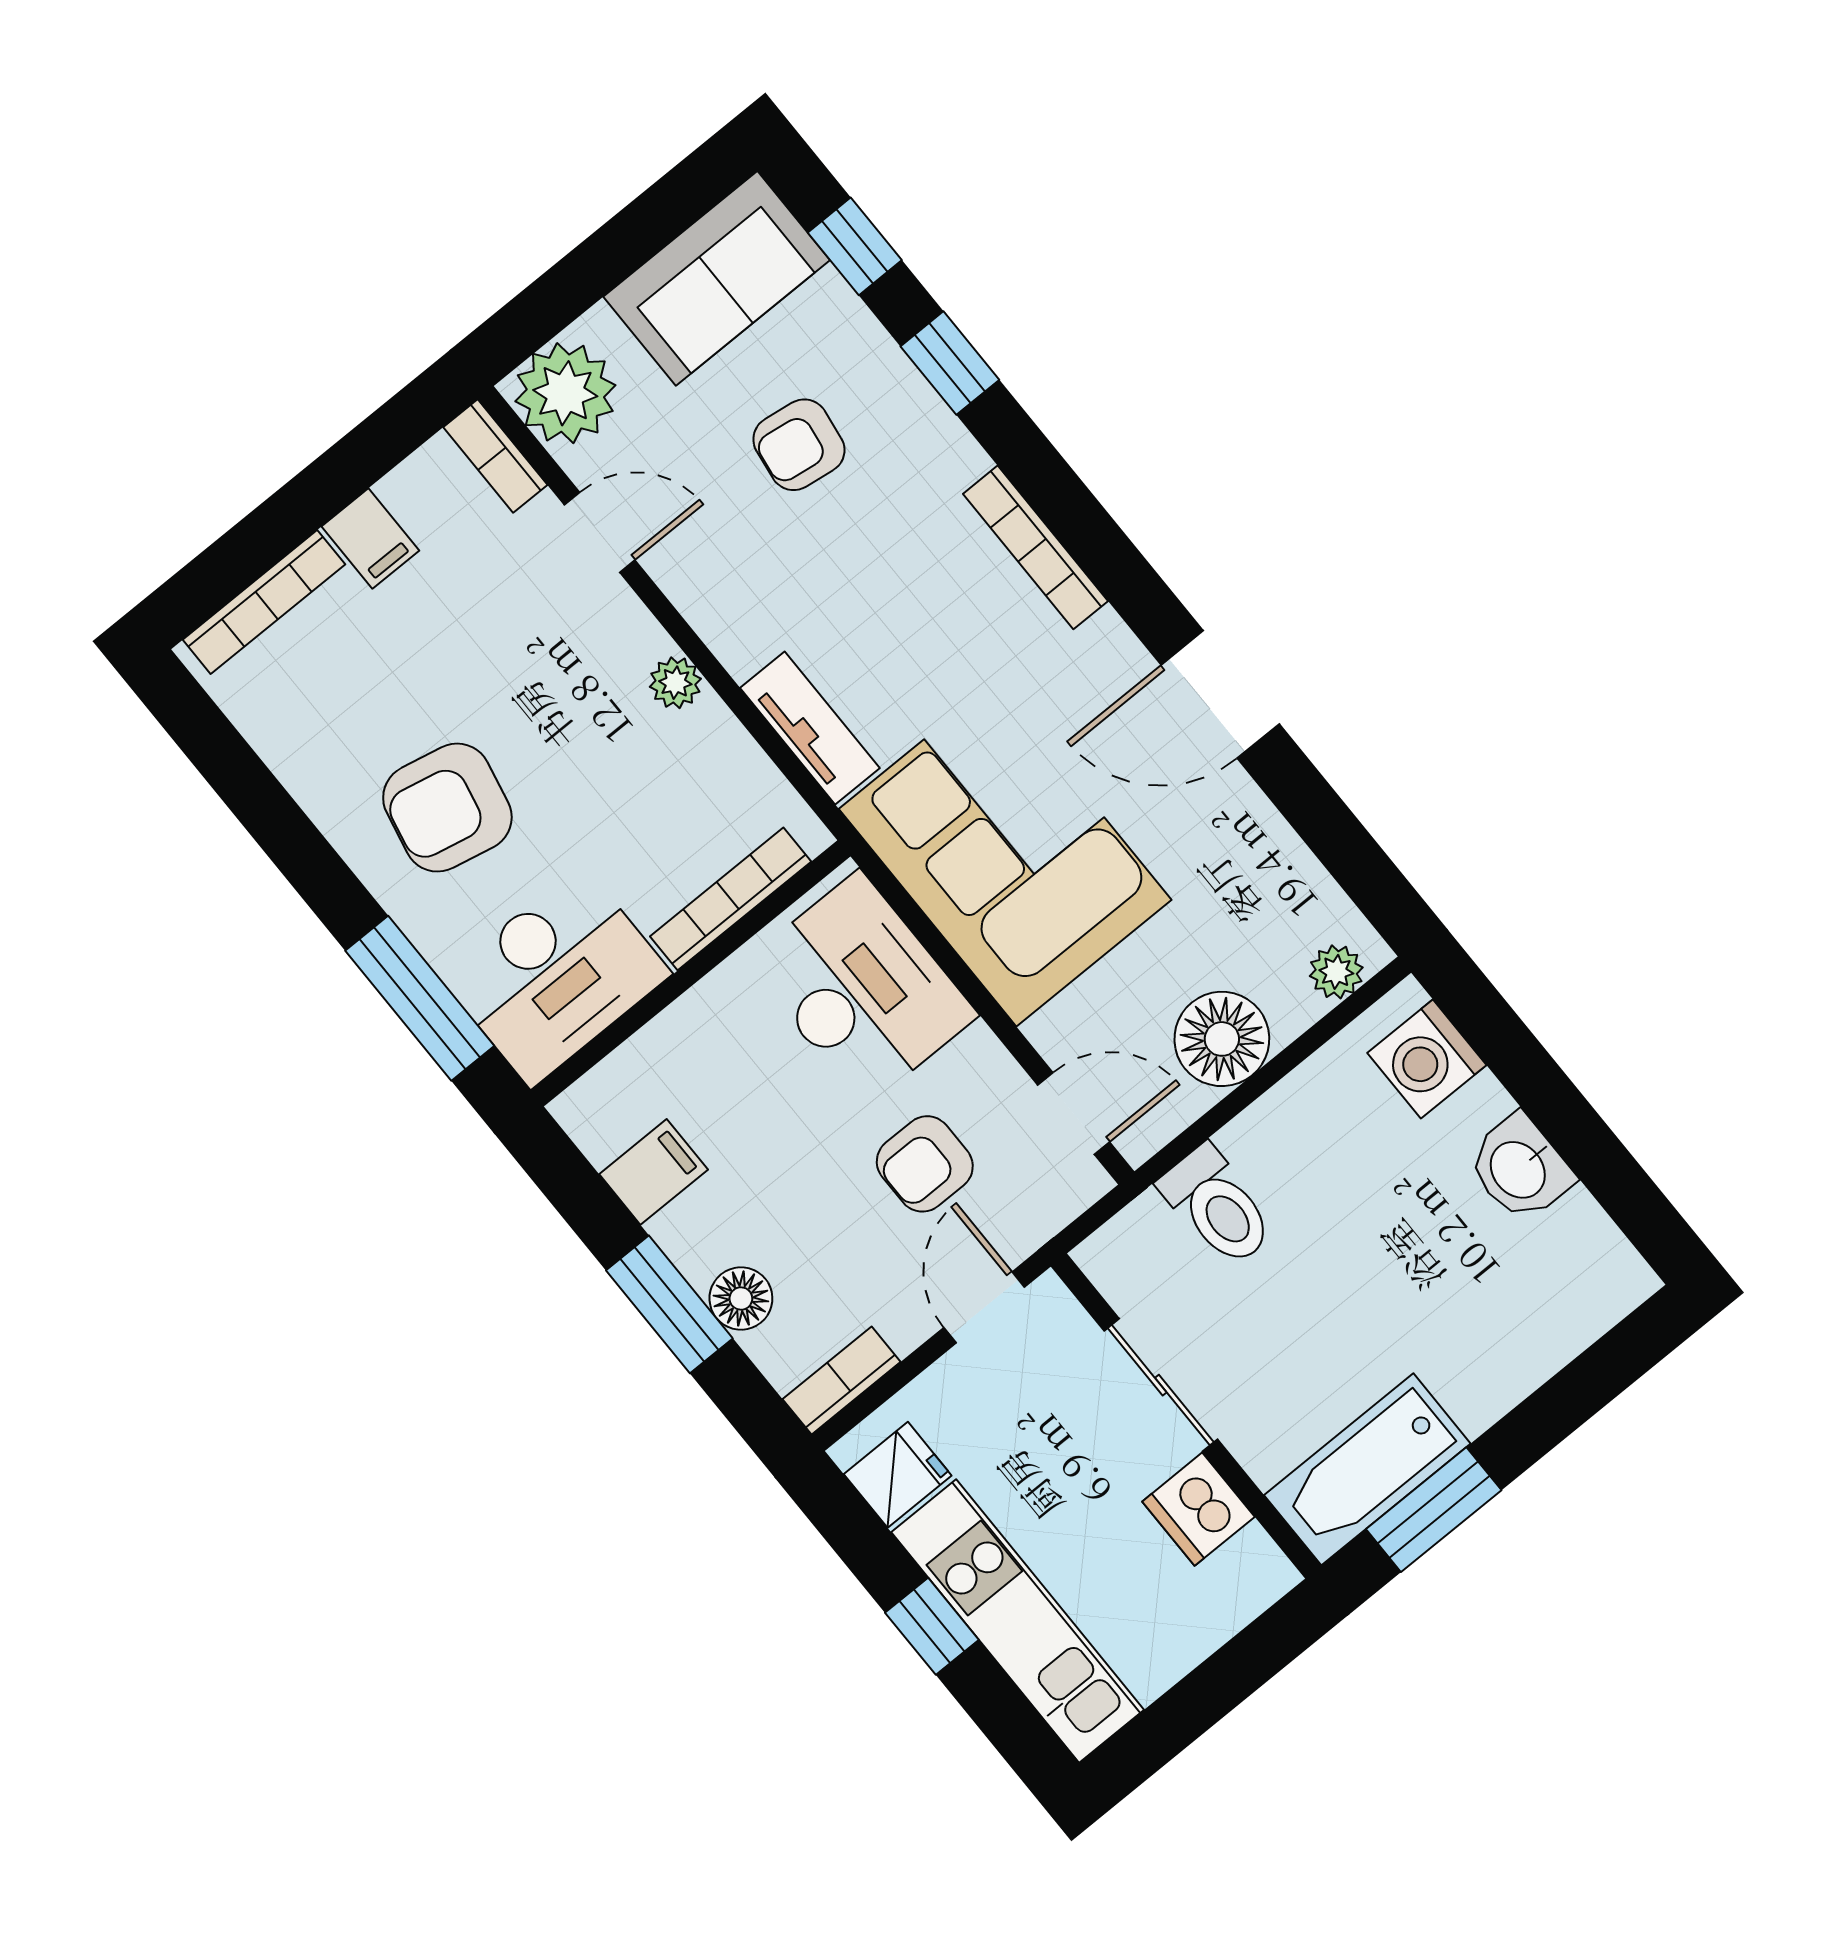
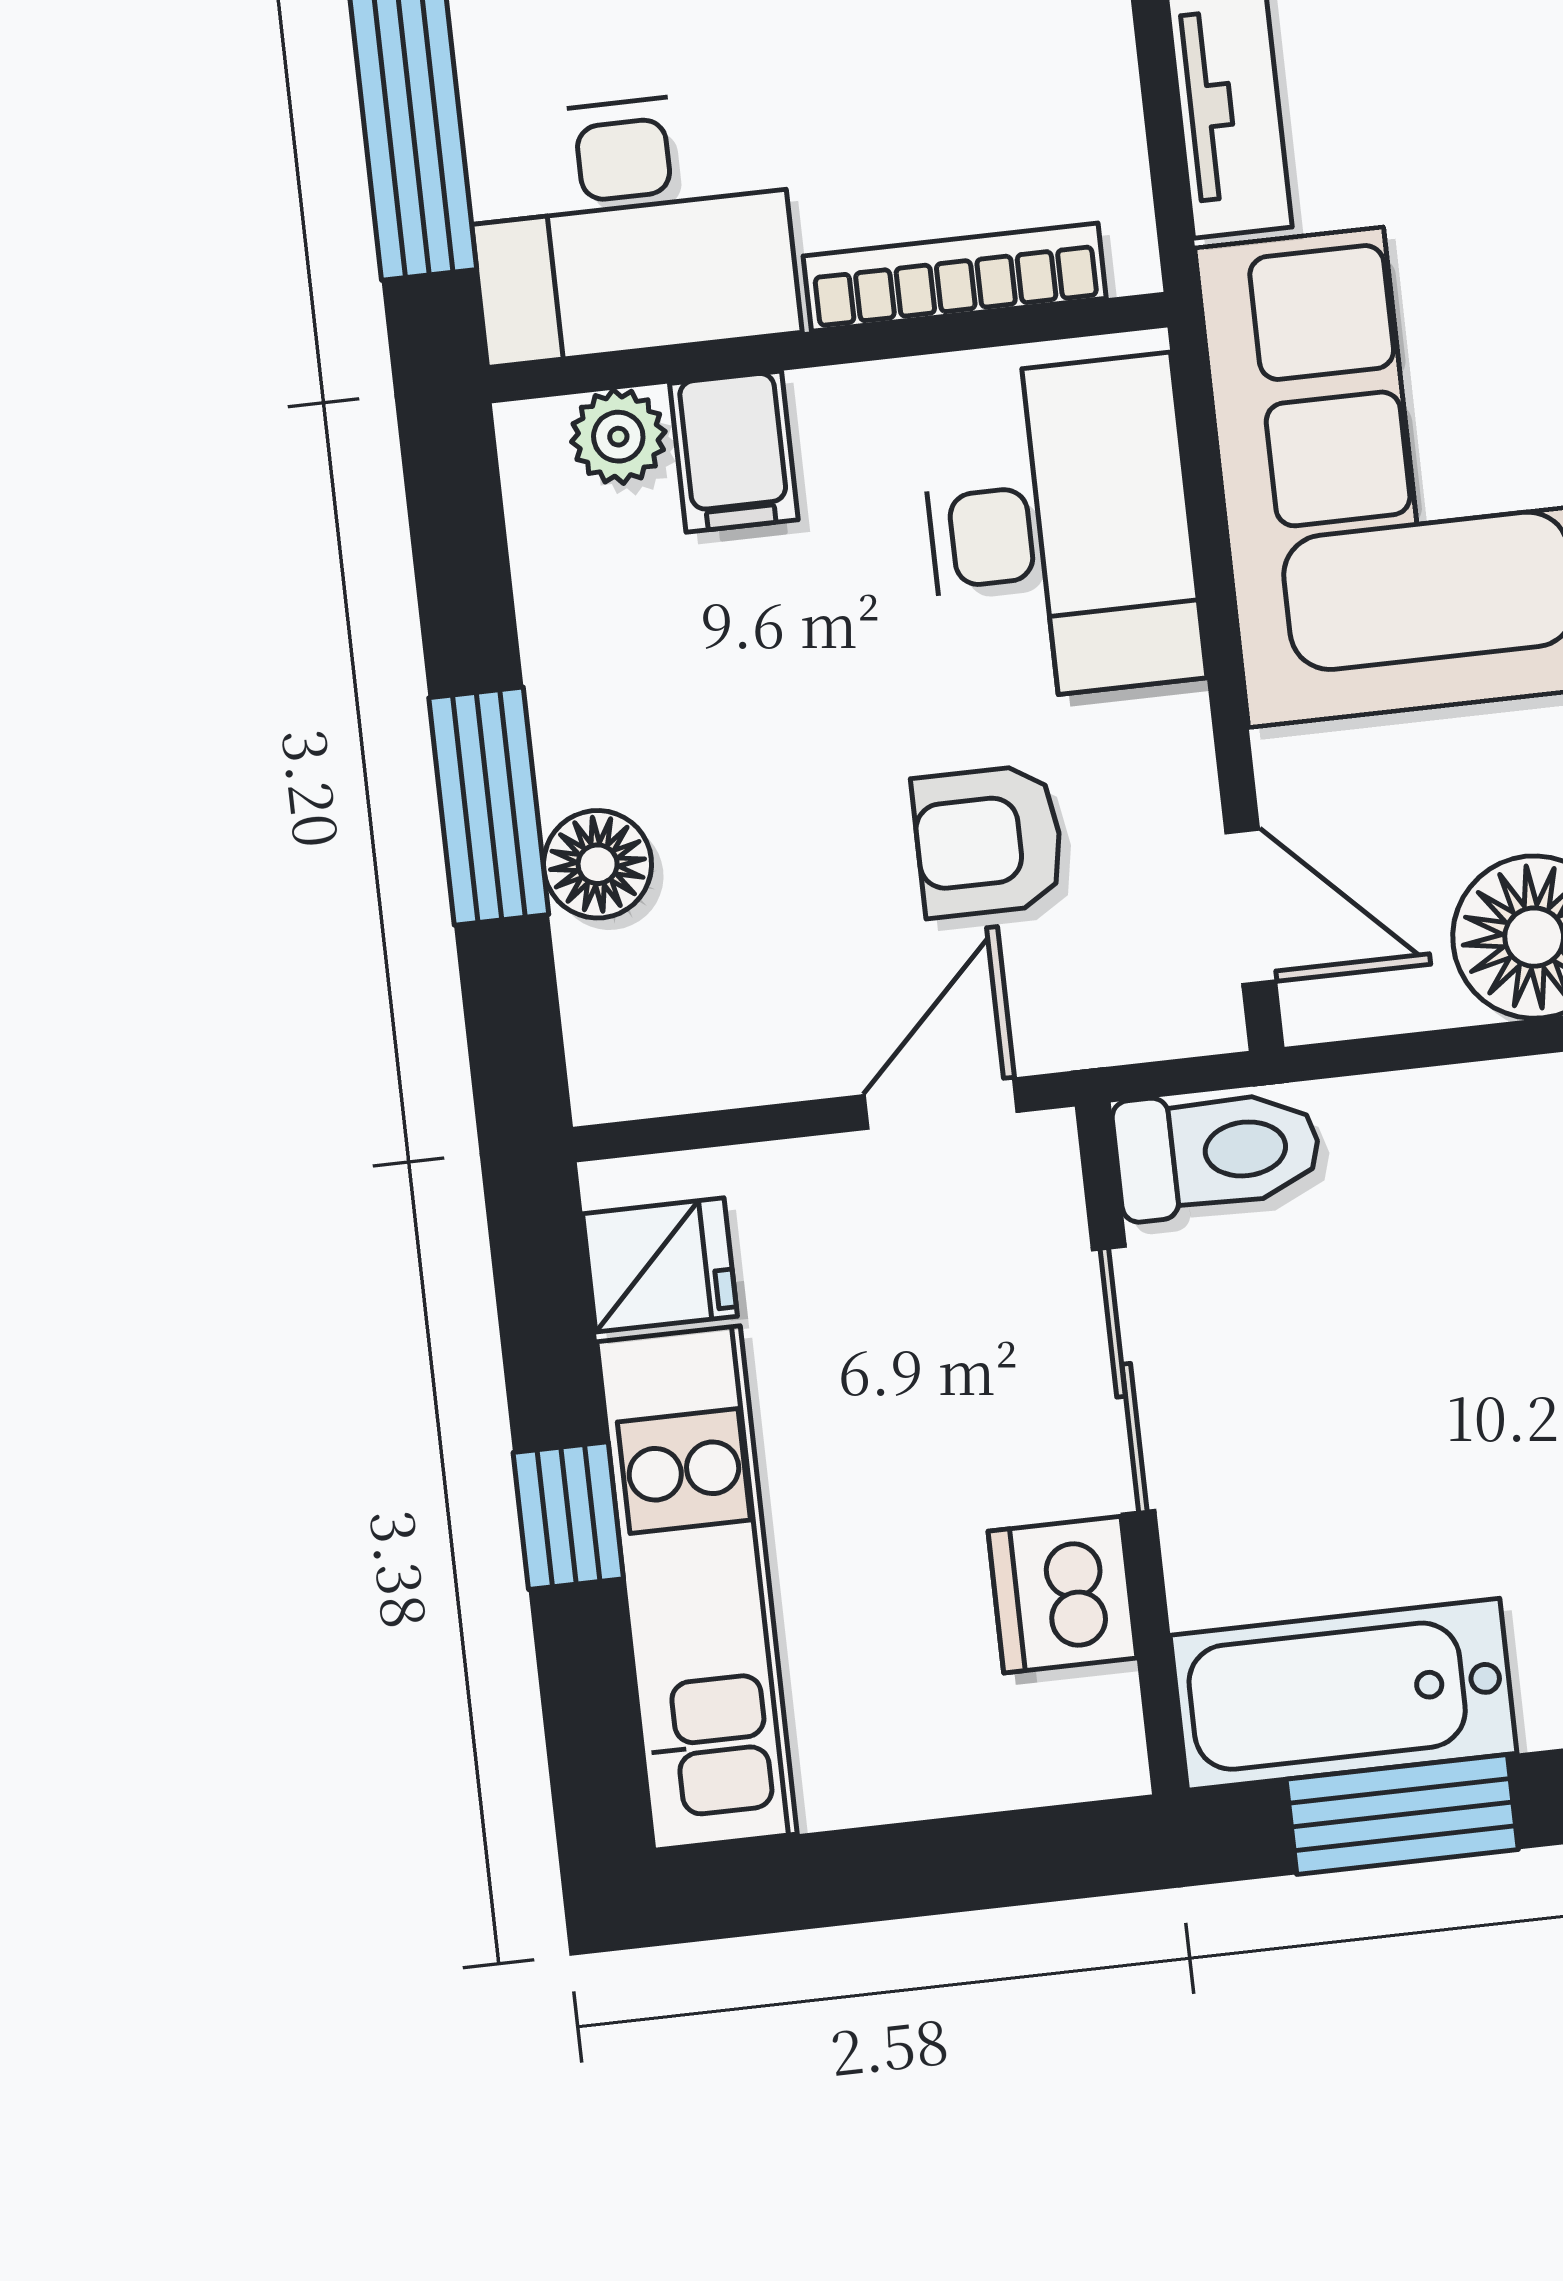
plant: (616, 1083) -> (618, 437), added
filing cabinet: (654, 1172) -> (734, 452), moved, turned 90
toilet: (1217, 1206) -> (1217, 1152), moved, turned -90
bookcase: (842, 1381) -> (667, 1076), removed

